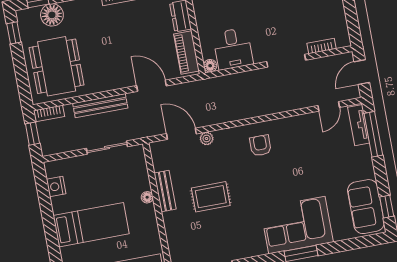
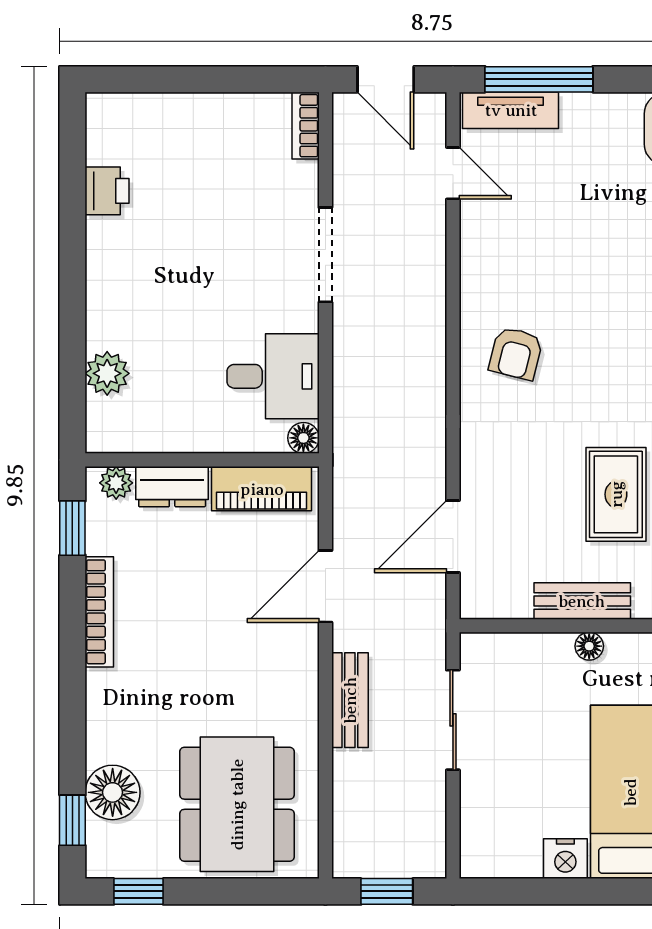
bookcase: (321, 46) -> (306, 126), moved
dining table: (57, 66) -> (237, 804), turned 90
bench: (100, 106) -> (350, 700), width x0.73
bookcase: (49, 113) -> (346, 843), removed
plant: (207, 138) -> (475, 479), removed
armchair: (260, 146) -> (516, 353), turned -76
nightstand: (56, 186) -> (565, 859), moved

